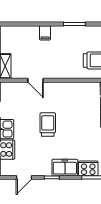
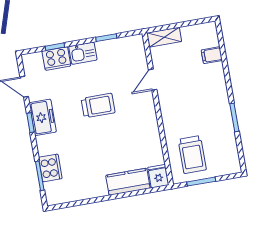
filing cabinet: (45, 33) -> (212, 55), moved
freezer: (65, 168) -> (43, 117), moved

